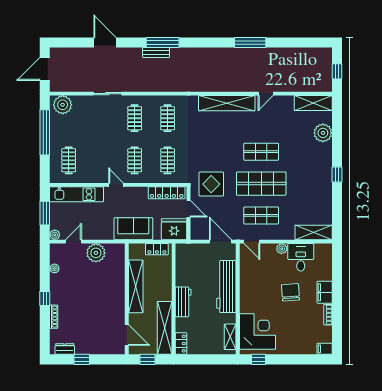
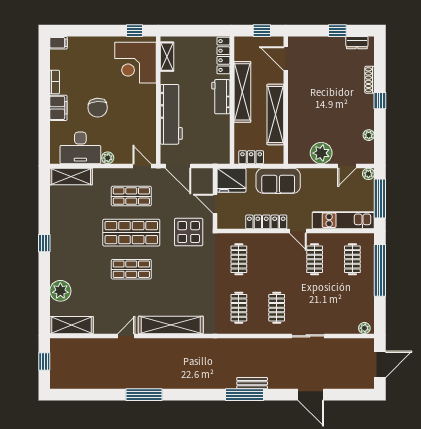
plant: (63, 105) -> (364, 328), width x0.53, depth x0.53
window: (45, 132) -> (380, 270), moved
clothes rail: (135, 160) -> (315, 259), moved
locker: (167, 193) -> (266, 222), moved
window: (45, 213) -> (380, 199), width x1.44
desk: (301, 257) -> (80, 148), width x1.37
shelving: (165, 328) -> (242, 92), moved
locker: (181, 344) -> (223, 55), width x1.53

